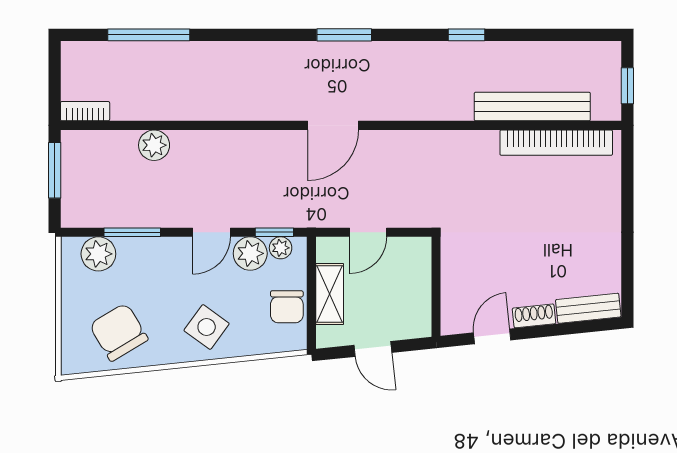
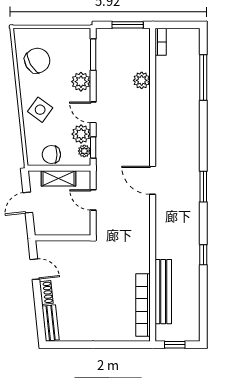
window: (132, 232) -> (93, 55), moved
plant: (98, 254) -> (81, 82), moved

